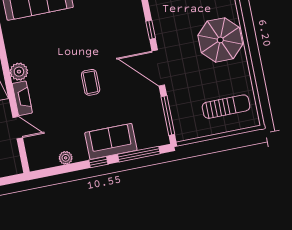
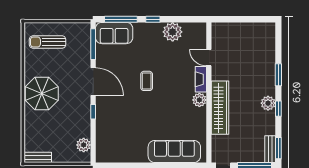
sofa: (111, 141) -> (114, 33), moved
plant: (66, 158) -> (173, 32), width x1.87, depth x1.87

